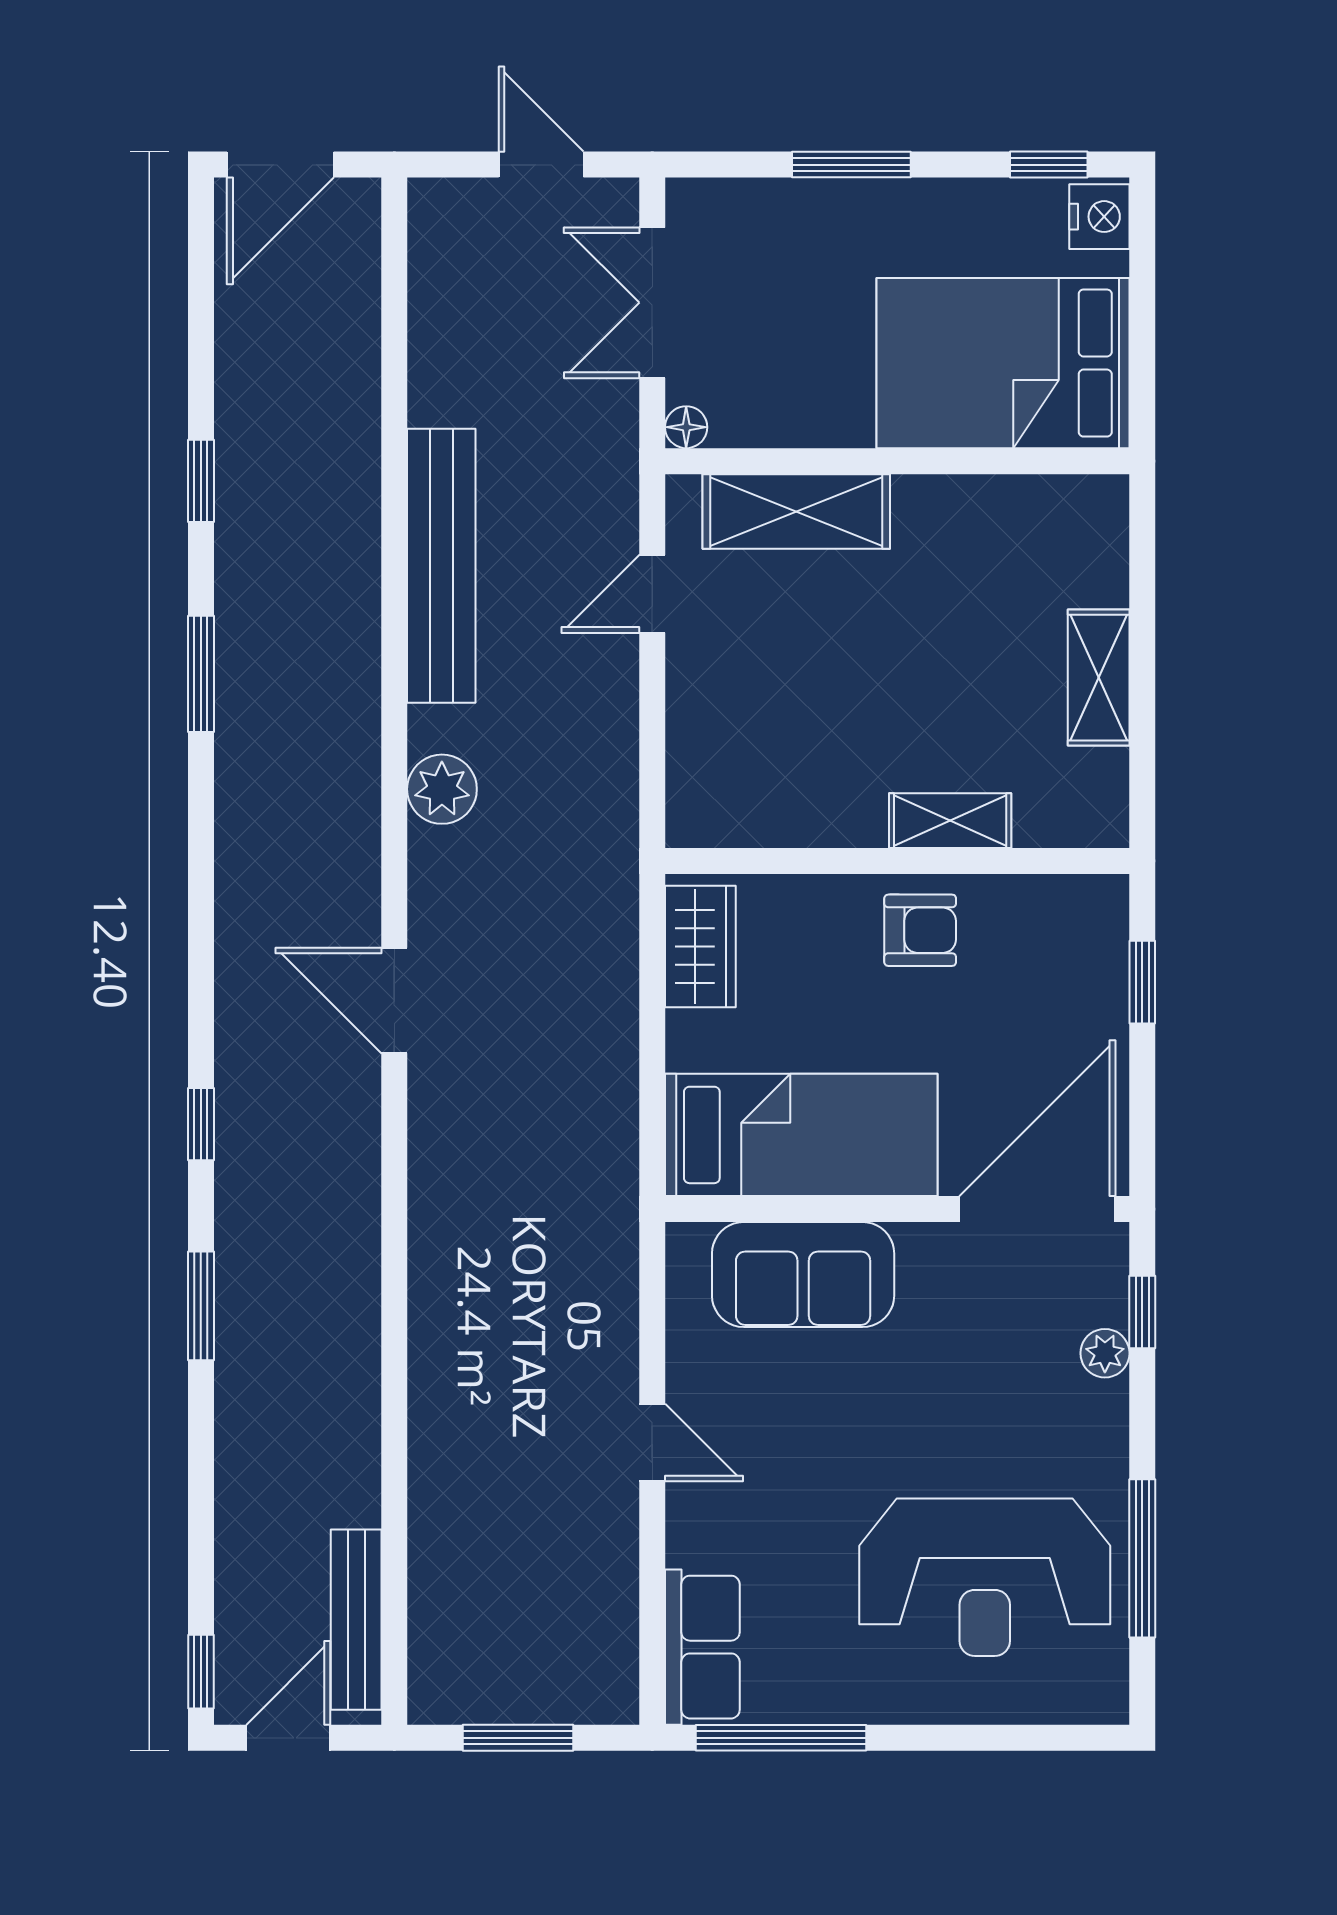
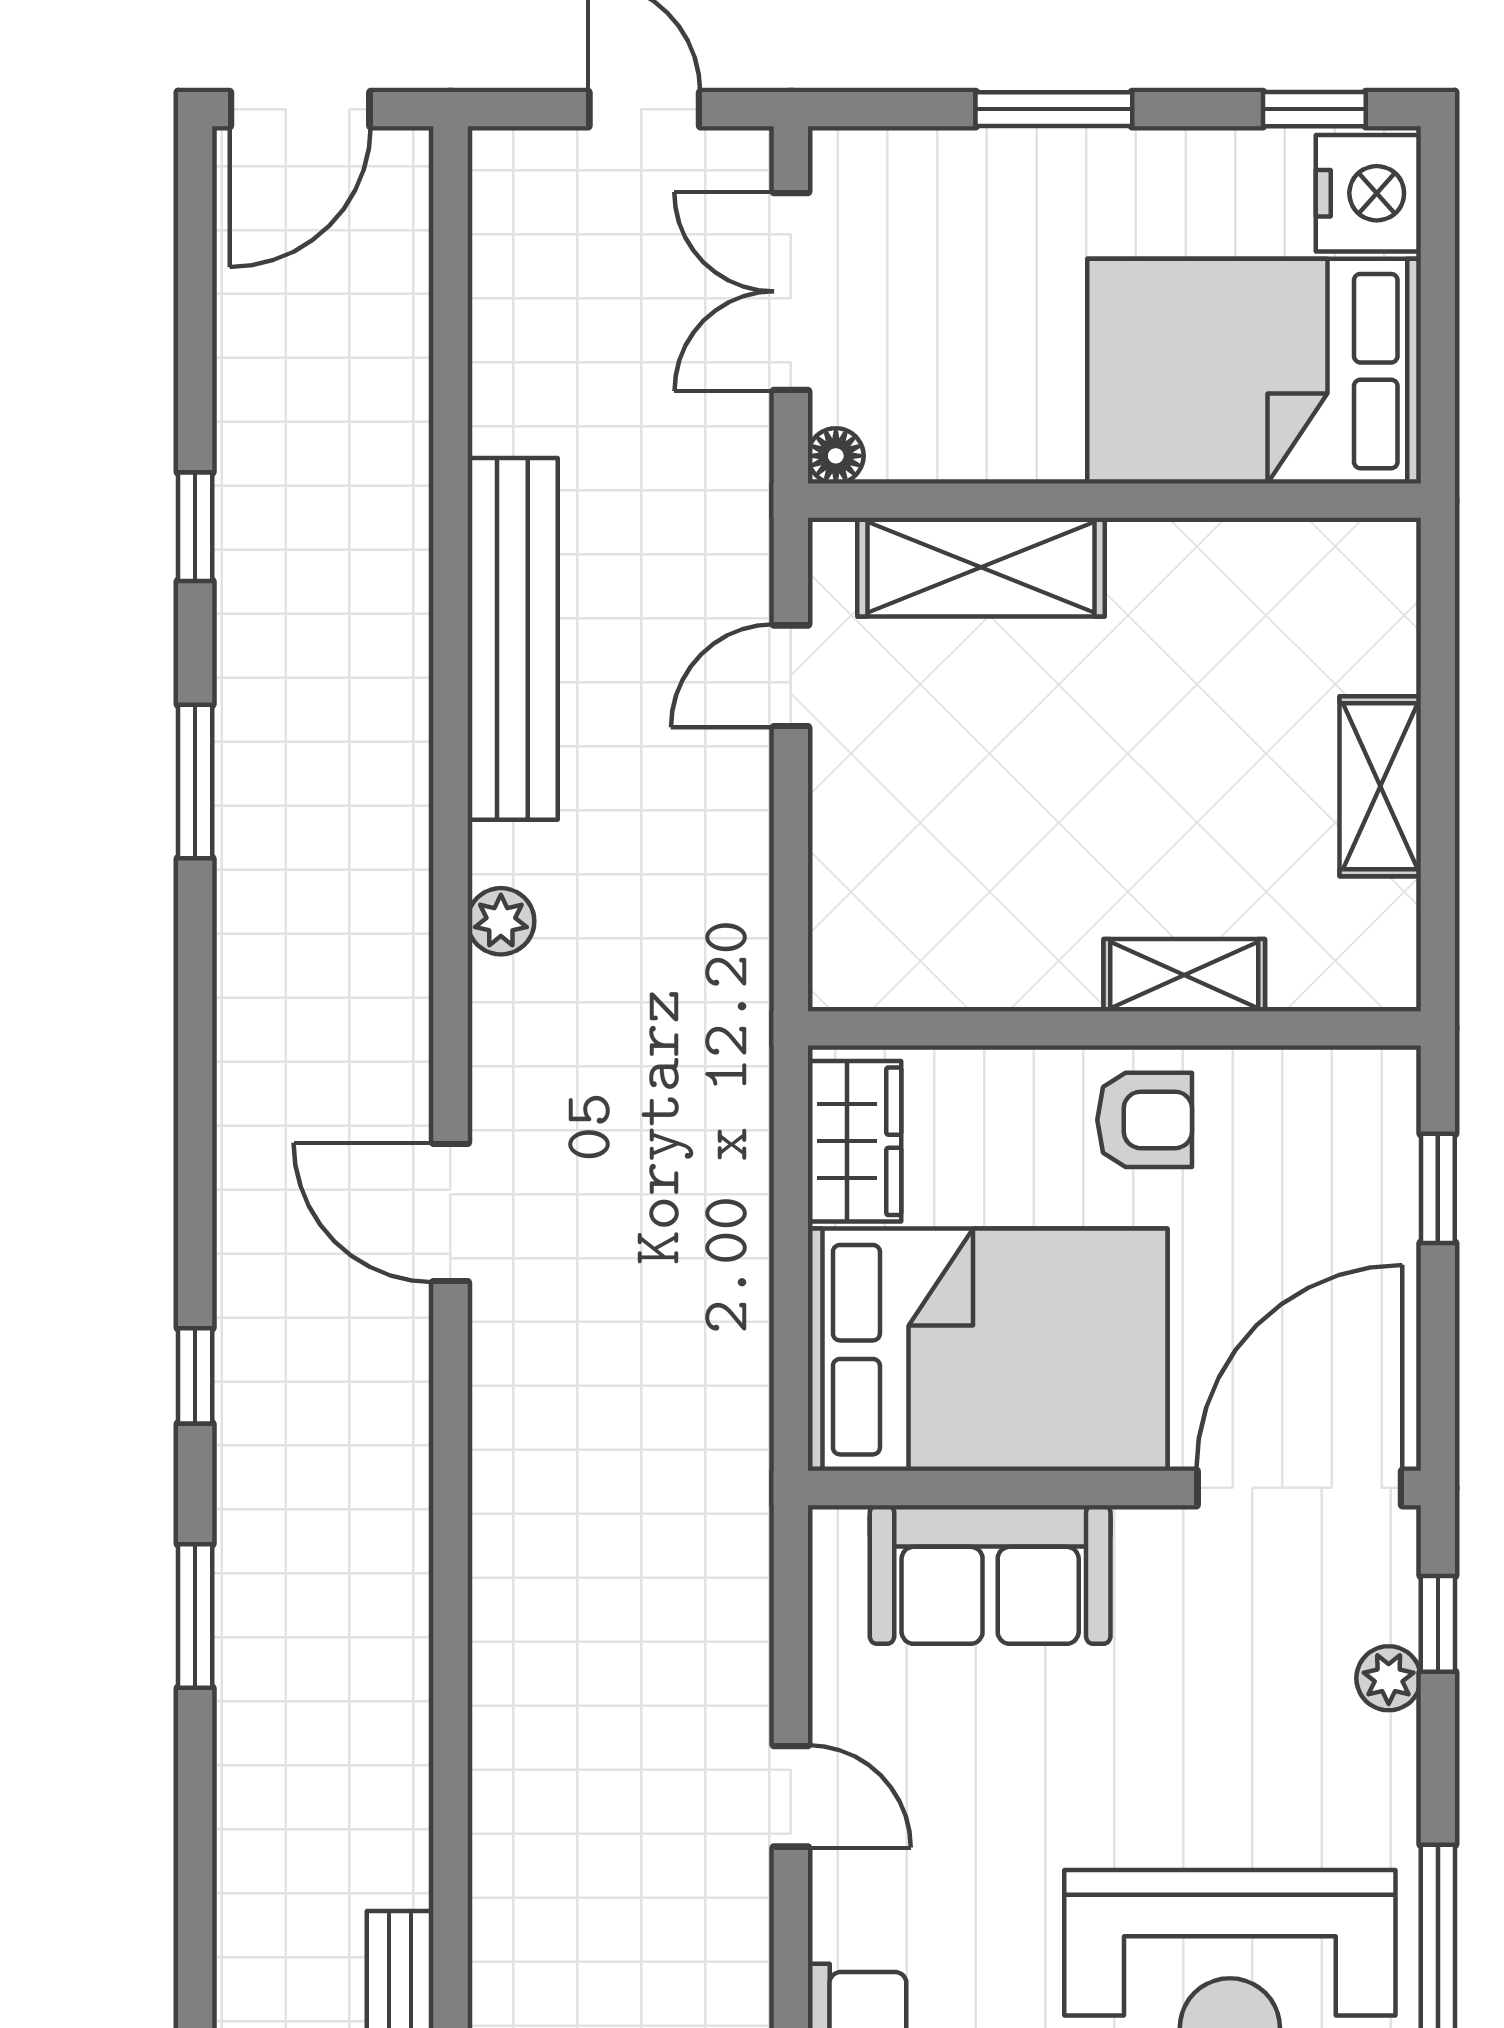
nightstand: (1099, 217) -> (1368, 193), width x1.36, depth x1.33
plant: (442, 789) -> (501, 921), width x0.73, depth x0.73
bed: (801, 1135) -> (988, 1350), width x1.50

